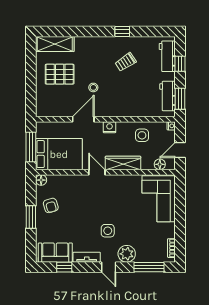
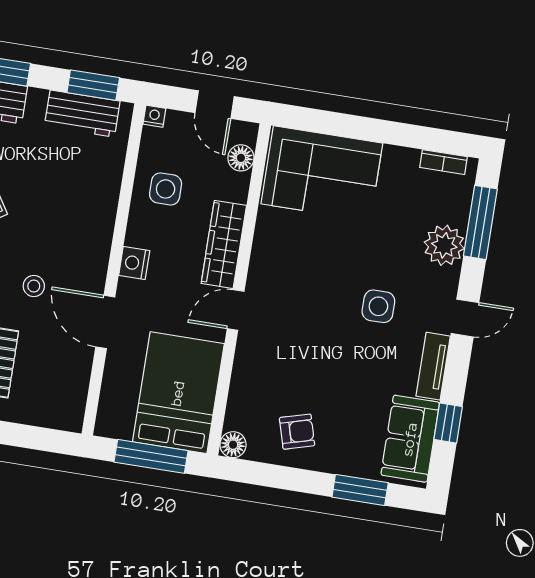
window: (31, 217) -> (360, 490), moved
plant: (127, 254) -> (444, 245), moved

